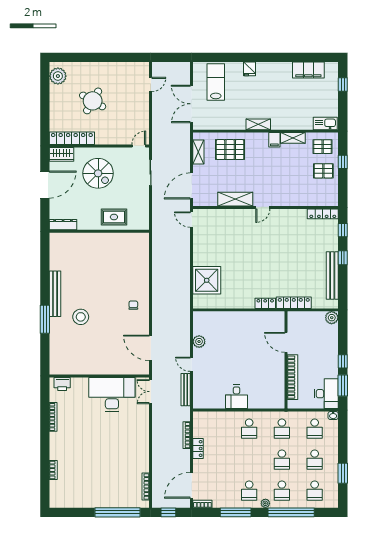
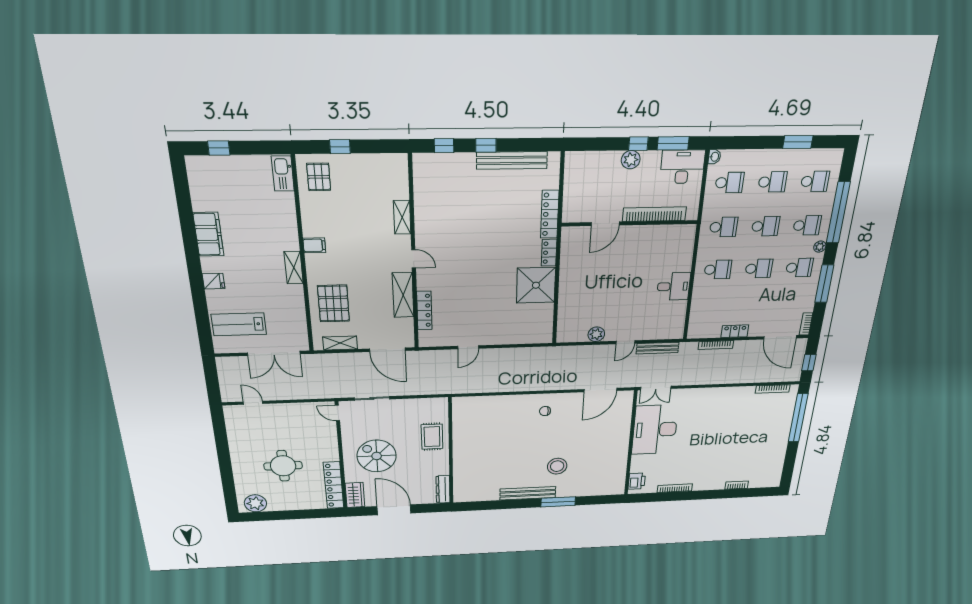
filing cabinet: (308, 70) -> (208, 234), moved
round table: (93, 101) -> (283, 466), turned -30
shelving: (293, 138) -> (402, 217), moved
pallet: (323, 171) -> (355, 175), removed
spiral stairs: (98, 173) -> (377, 456), turned -90
locker: (323, 214) -> (424, 310), moved
door: (192, 220) -> (468, 347), moved
shower: (207, 280) -> (536, 285), moved
plant: (332, 318) -> (631, 160), moved
school desk: (249, 460) -> (759, 269), added

